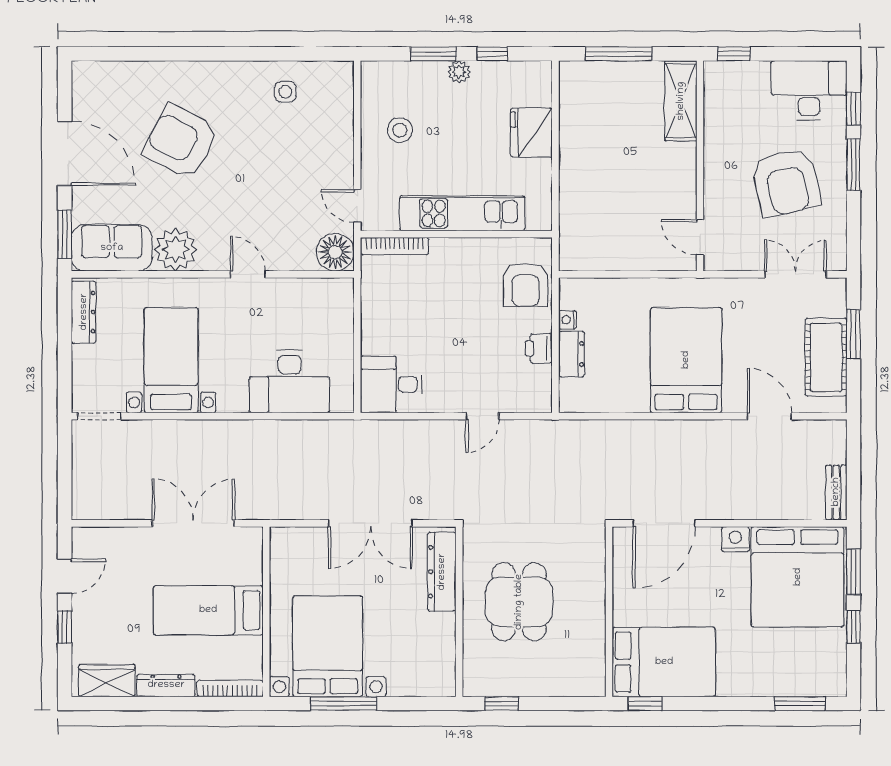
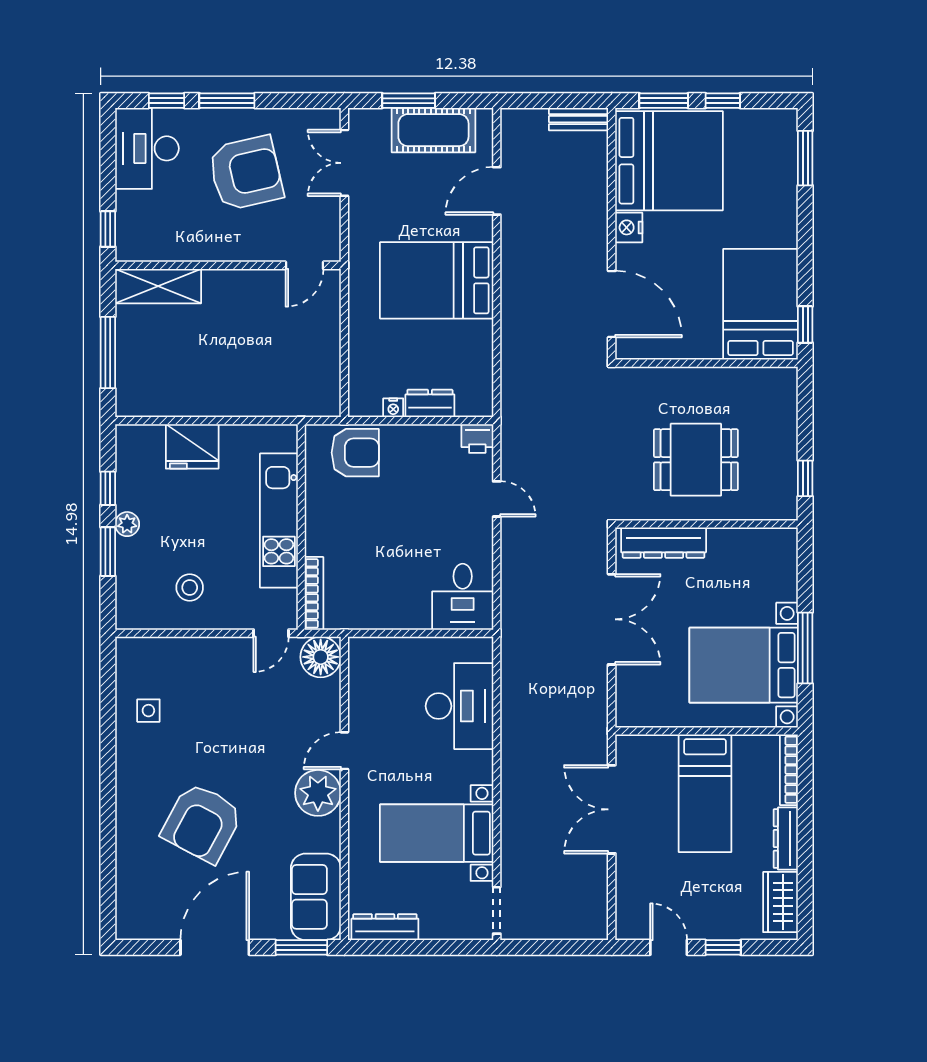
plant: (176, 250) -> (318, 793), moved
printer: (539, 348) -> (477, 438), moved

